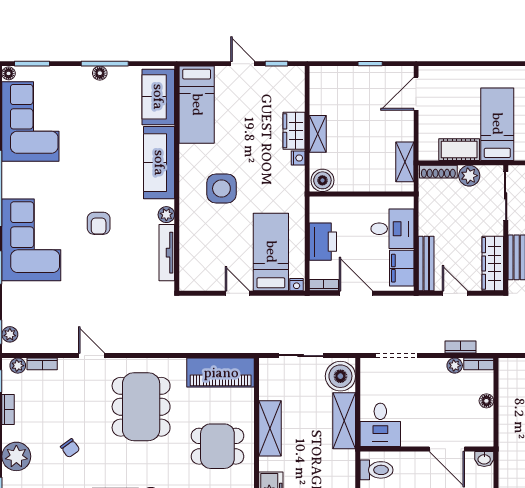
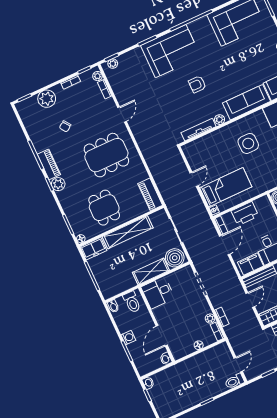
piano: (221, 373) -> (150, 194), width x0.73, depth x0.75
shelving: (270, 428) -> (128, 232), width x1.47

